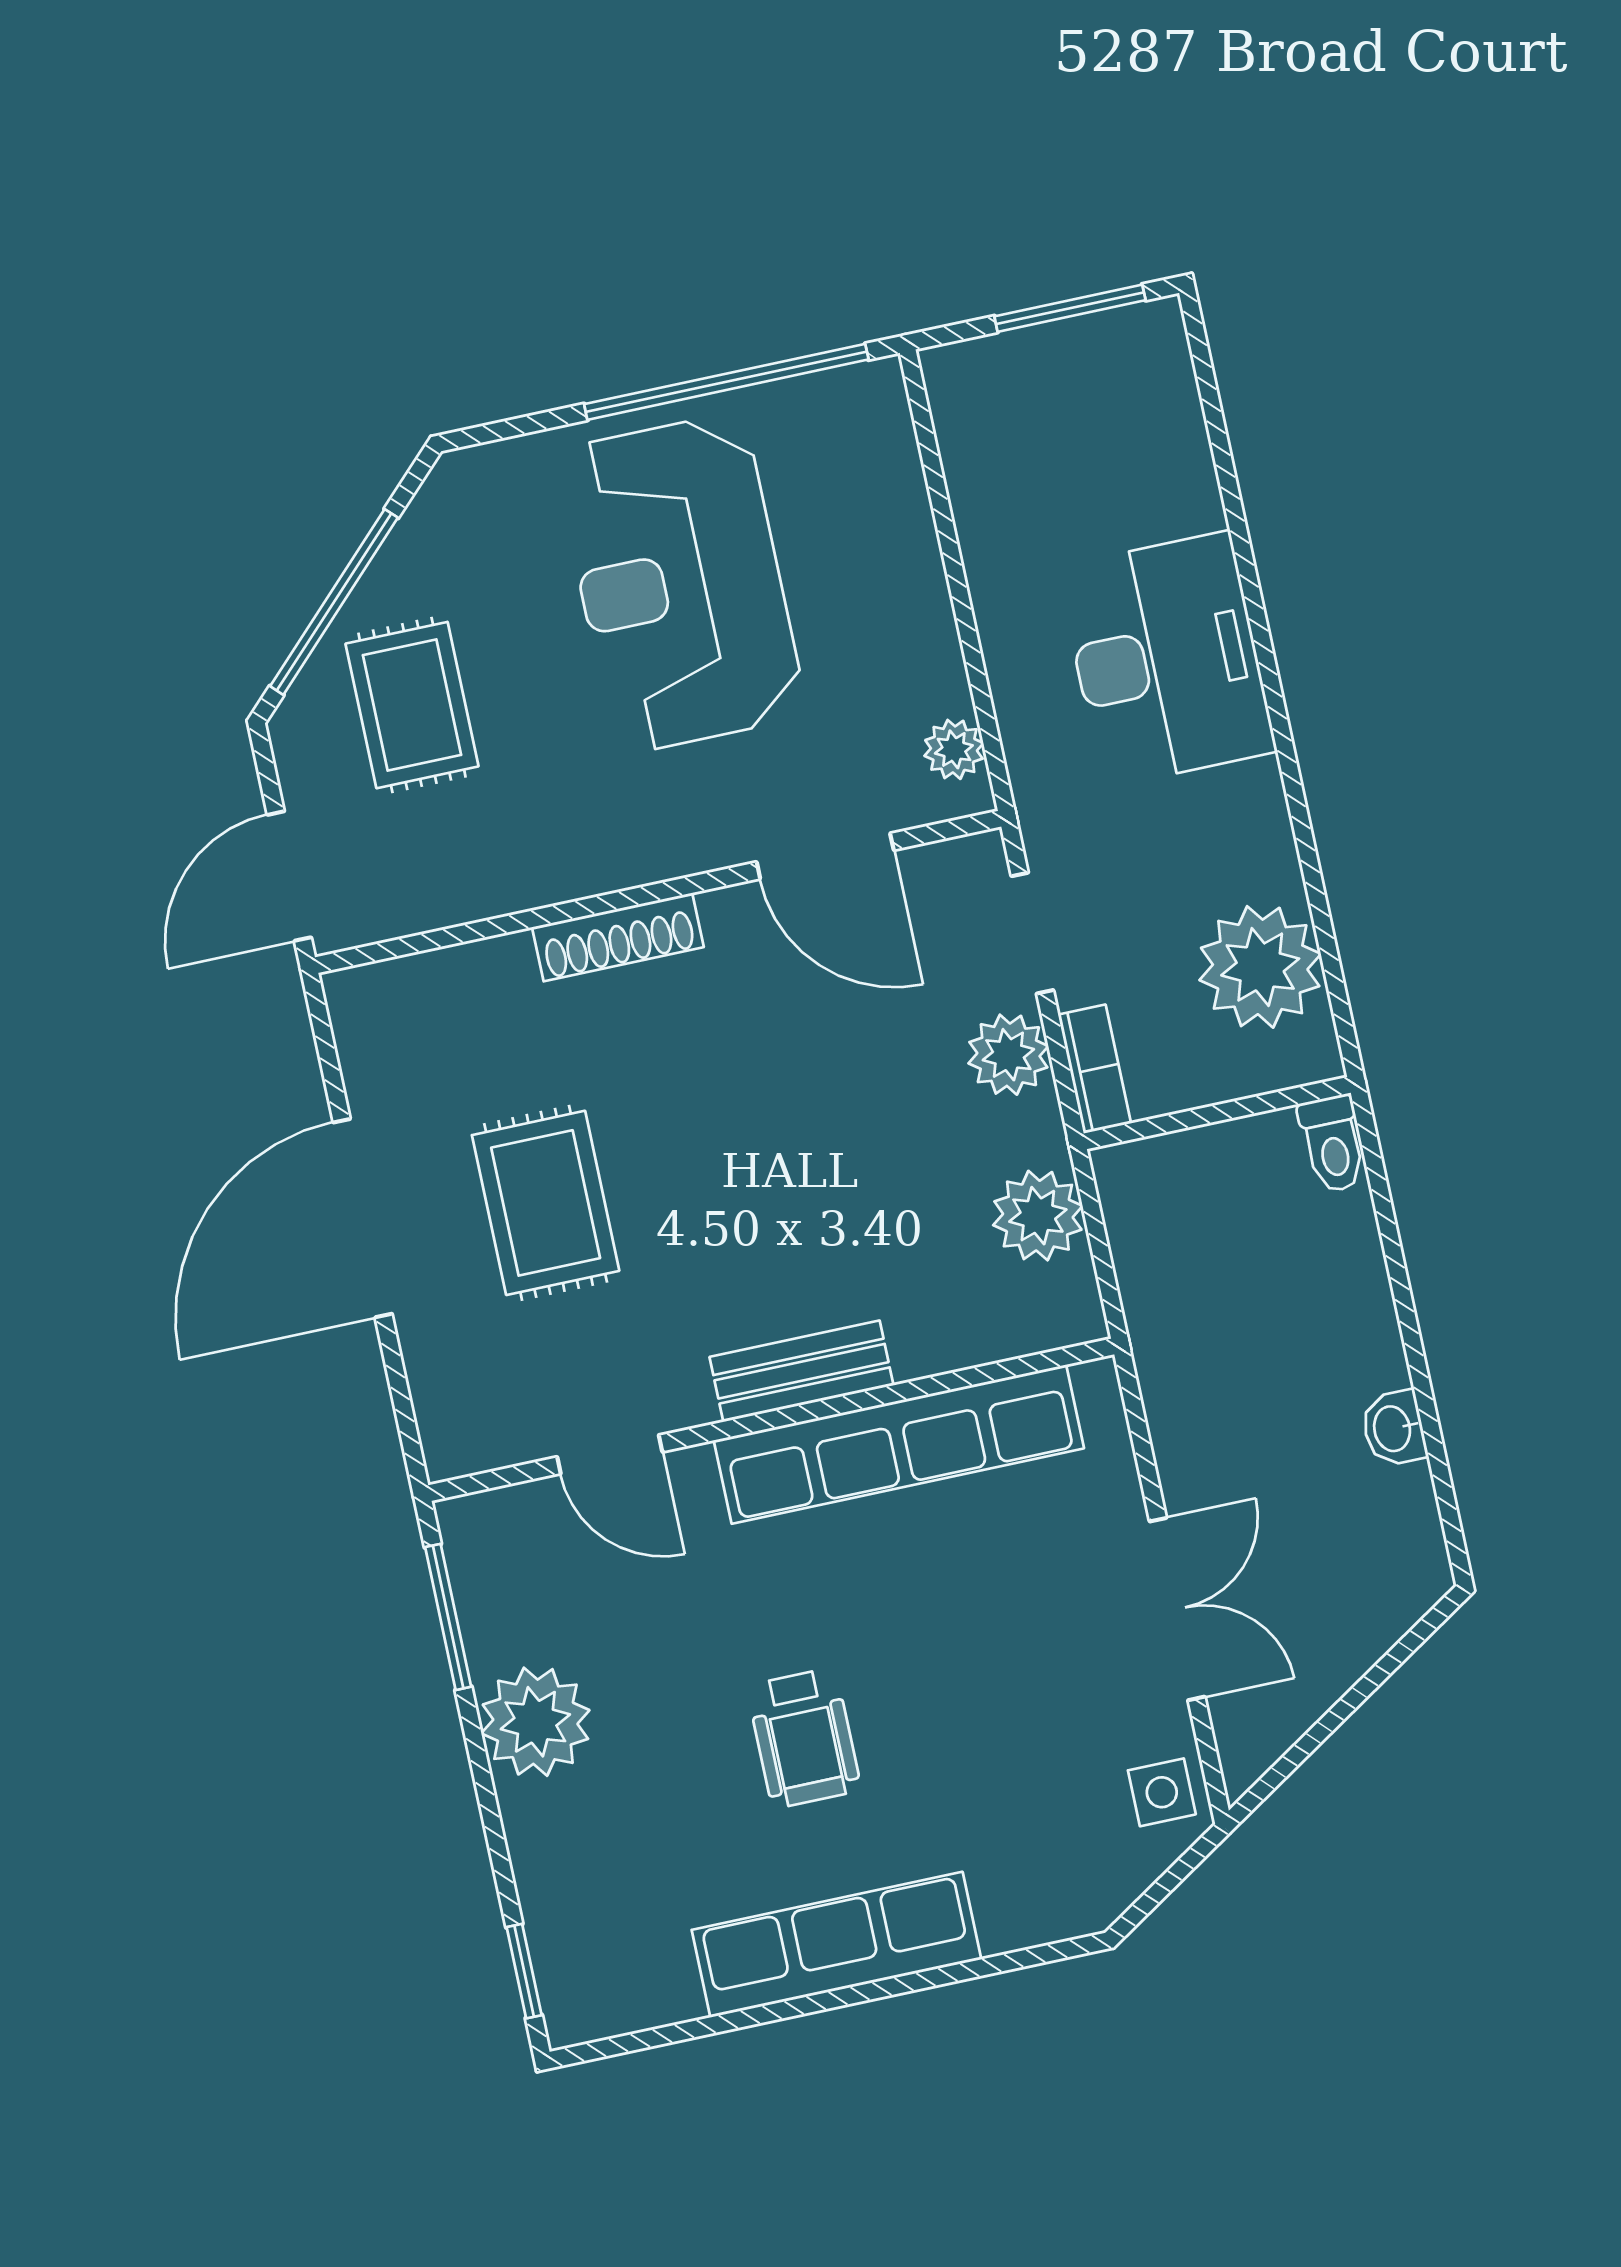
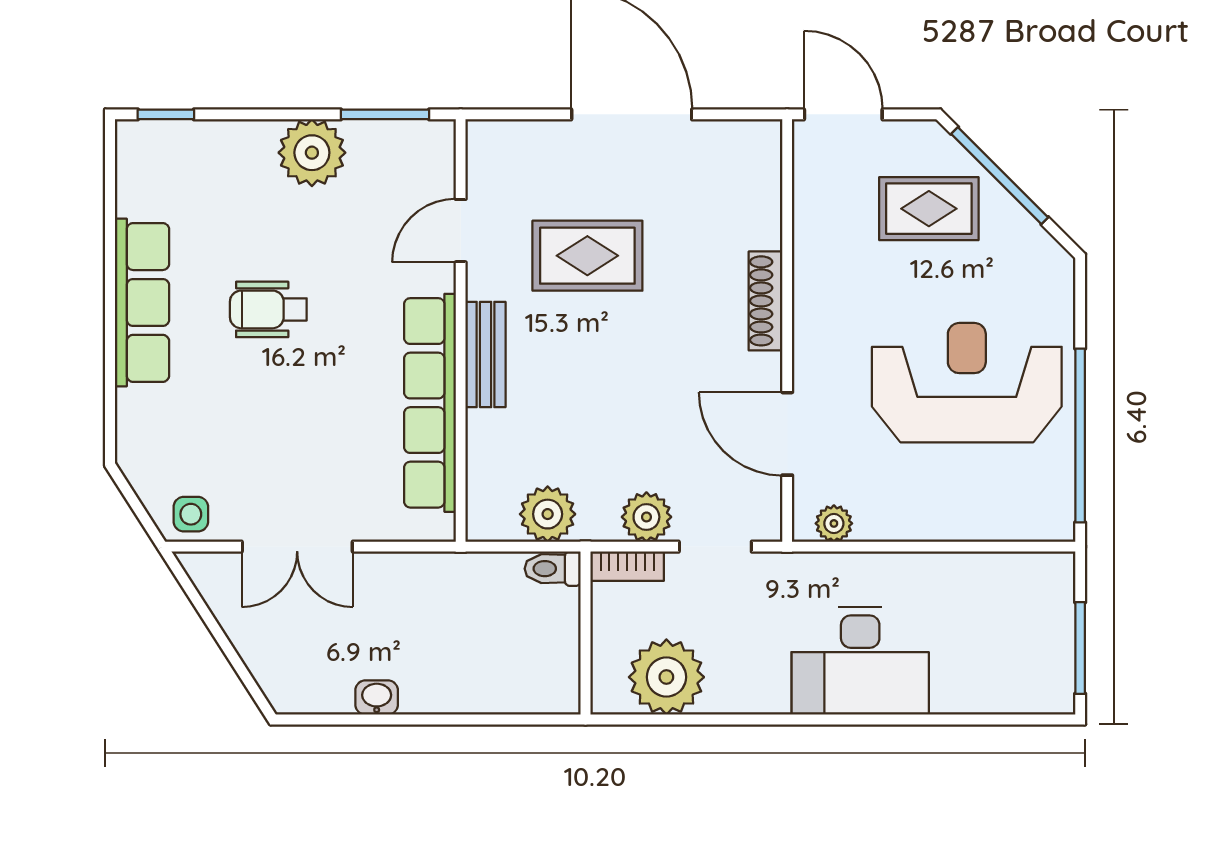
door: (825, 856) -> (787, 434), hinge flipped
toilet: (1333, 1144) -> (553, 569), moved
rug: (546, 1203) -> (587, 256), moved

